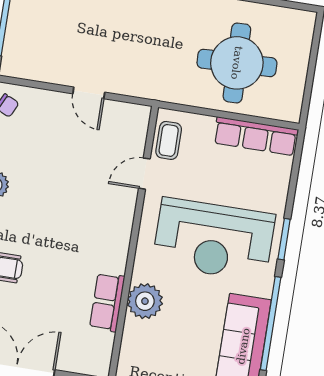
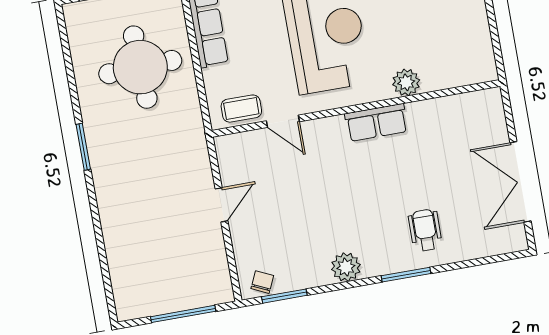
plant: (145, 301) -> (406, 82), width x0.73, depth x0.73
row of seats: (107, 302) -> (376, 122), moved

